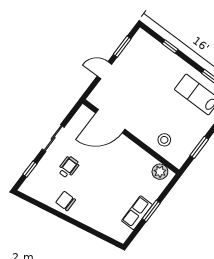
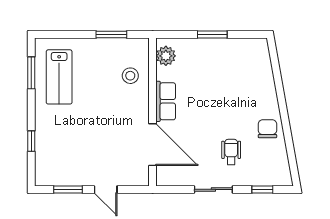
wheelchair: (68, 167) -> (231, 152), turned 90
chair: (66, 201) -> (267, 129), turned 180
row of seats: (137, 213) -> (166, 101), moved, turned -90

